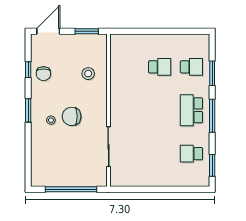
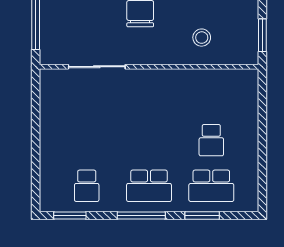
school desk: (191, 67) -> (211, 186), width x1.85
school desk: (191, 110) -> (149, 186), turned 180
school desk: (191, 154) -> (87, 186), turned 180

